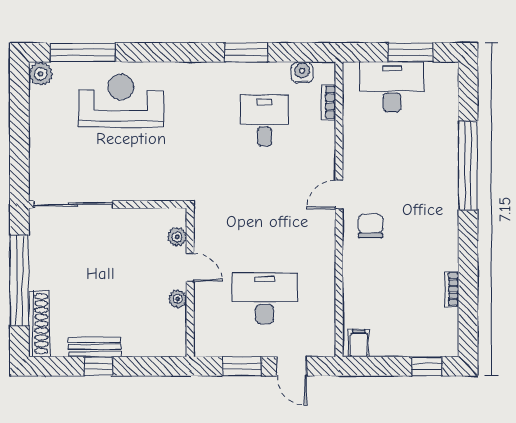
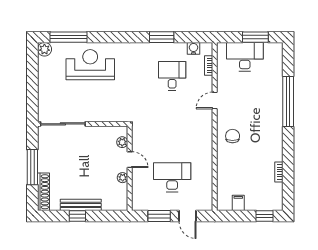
door: (339, 195) -> (215, 100), moved
window: (19, 281) -> (32, 167), width x0.68
filing cabinet: (359, 343) -> (238, 203), moved
bench: (95, 347) -> (81, 205), width x1.36

